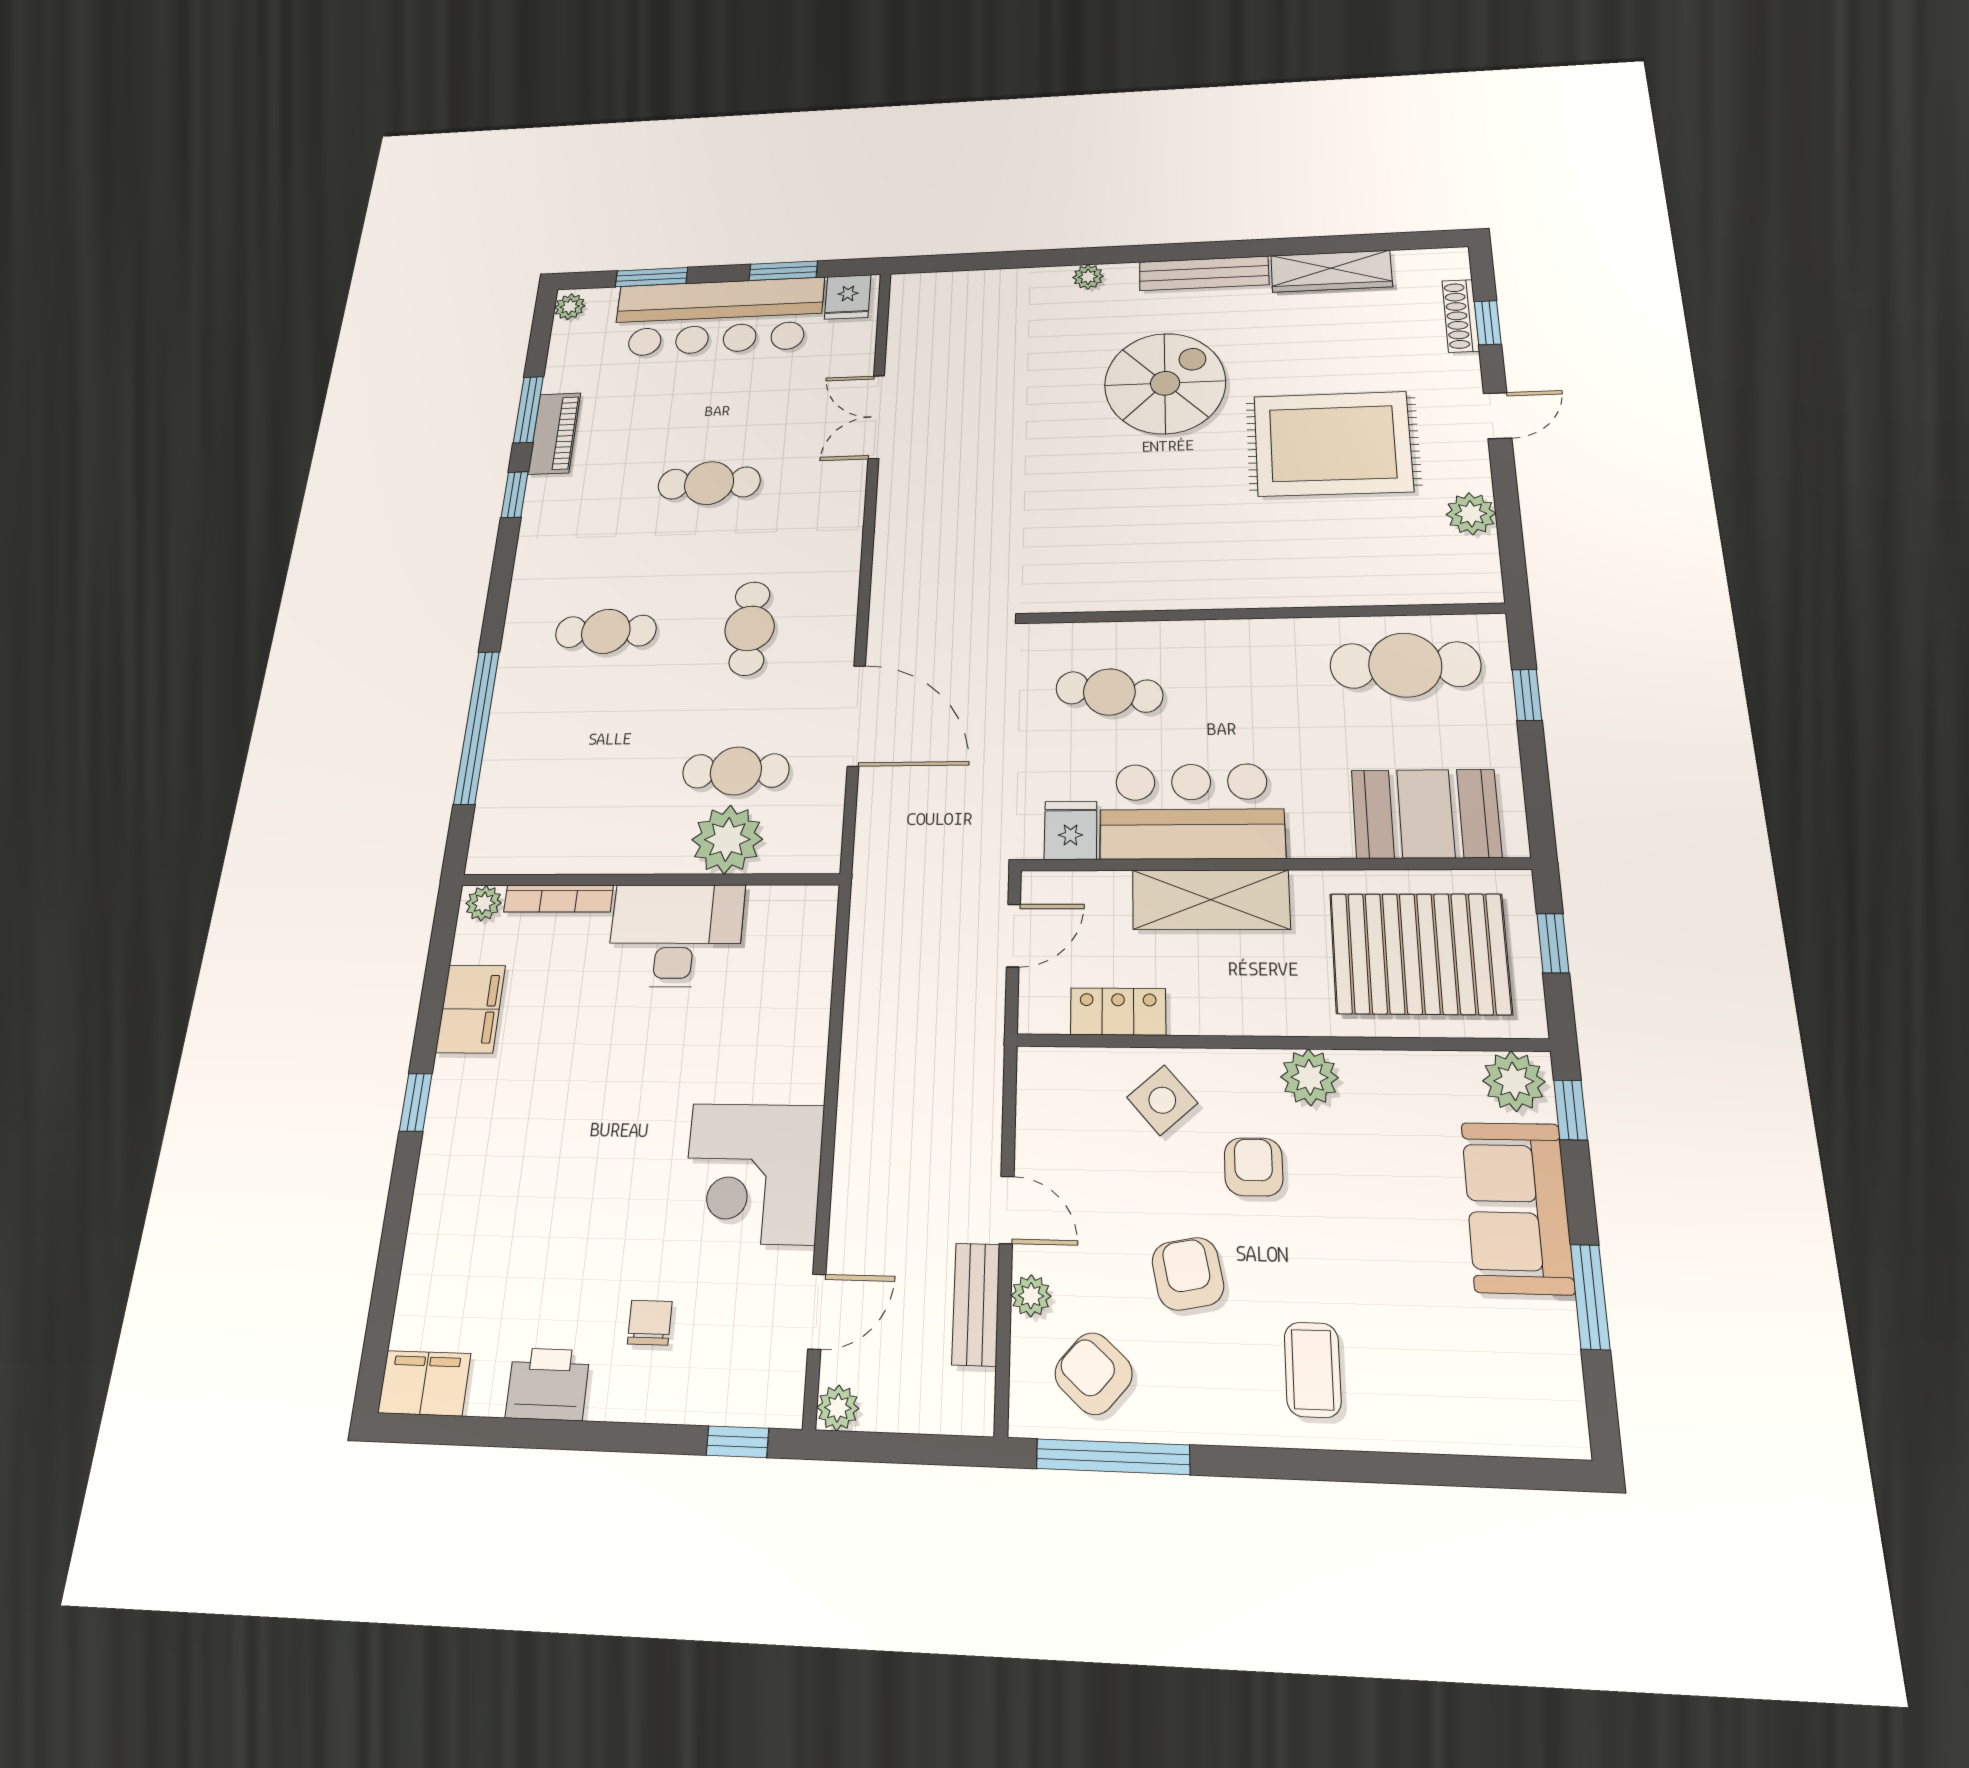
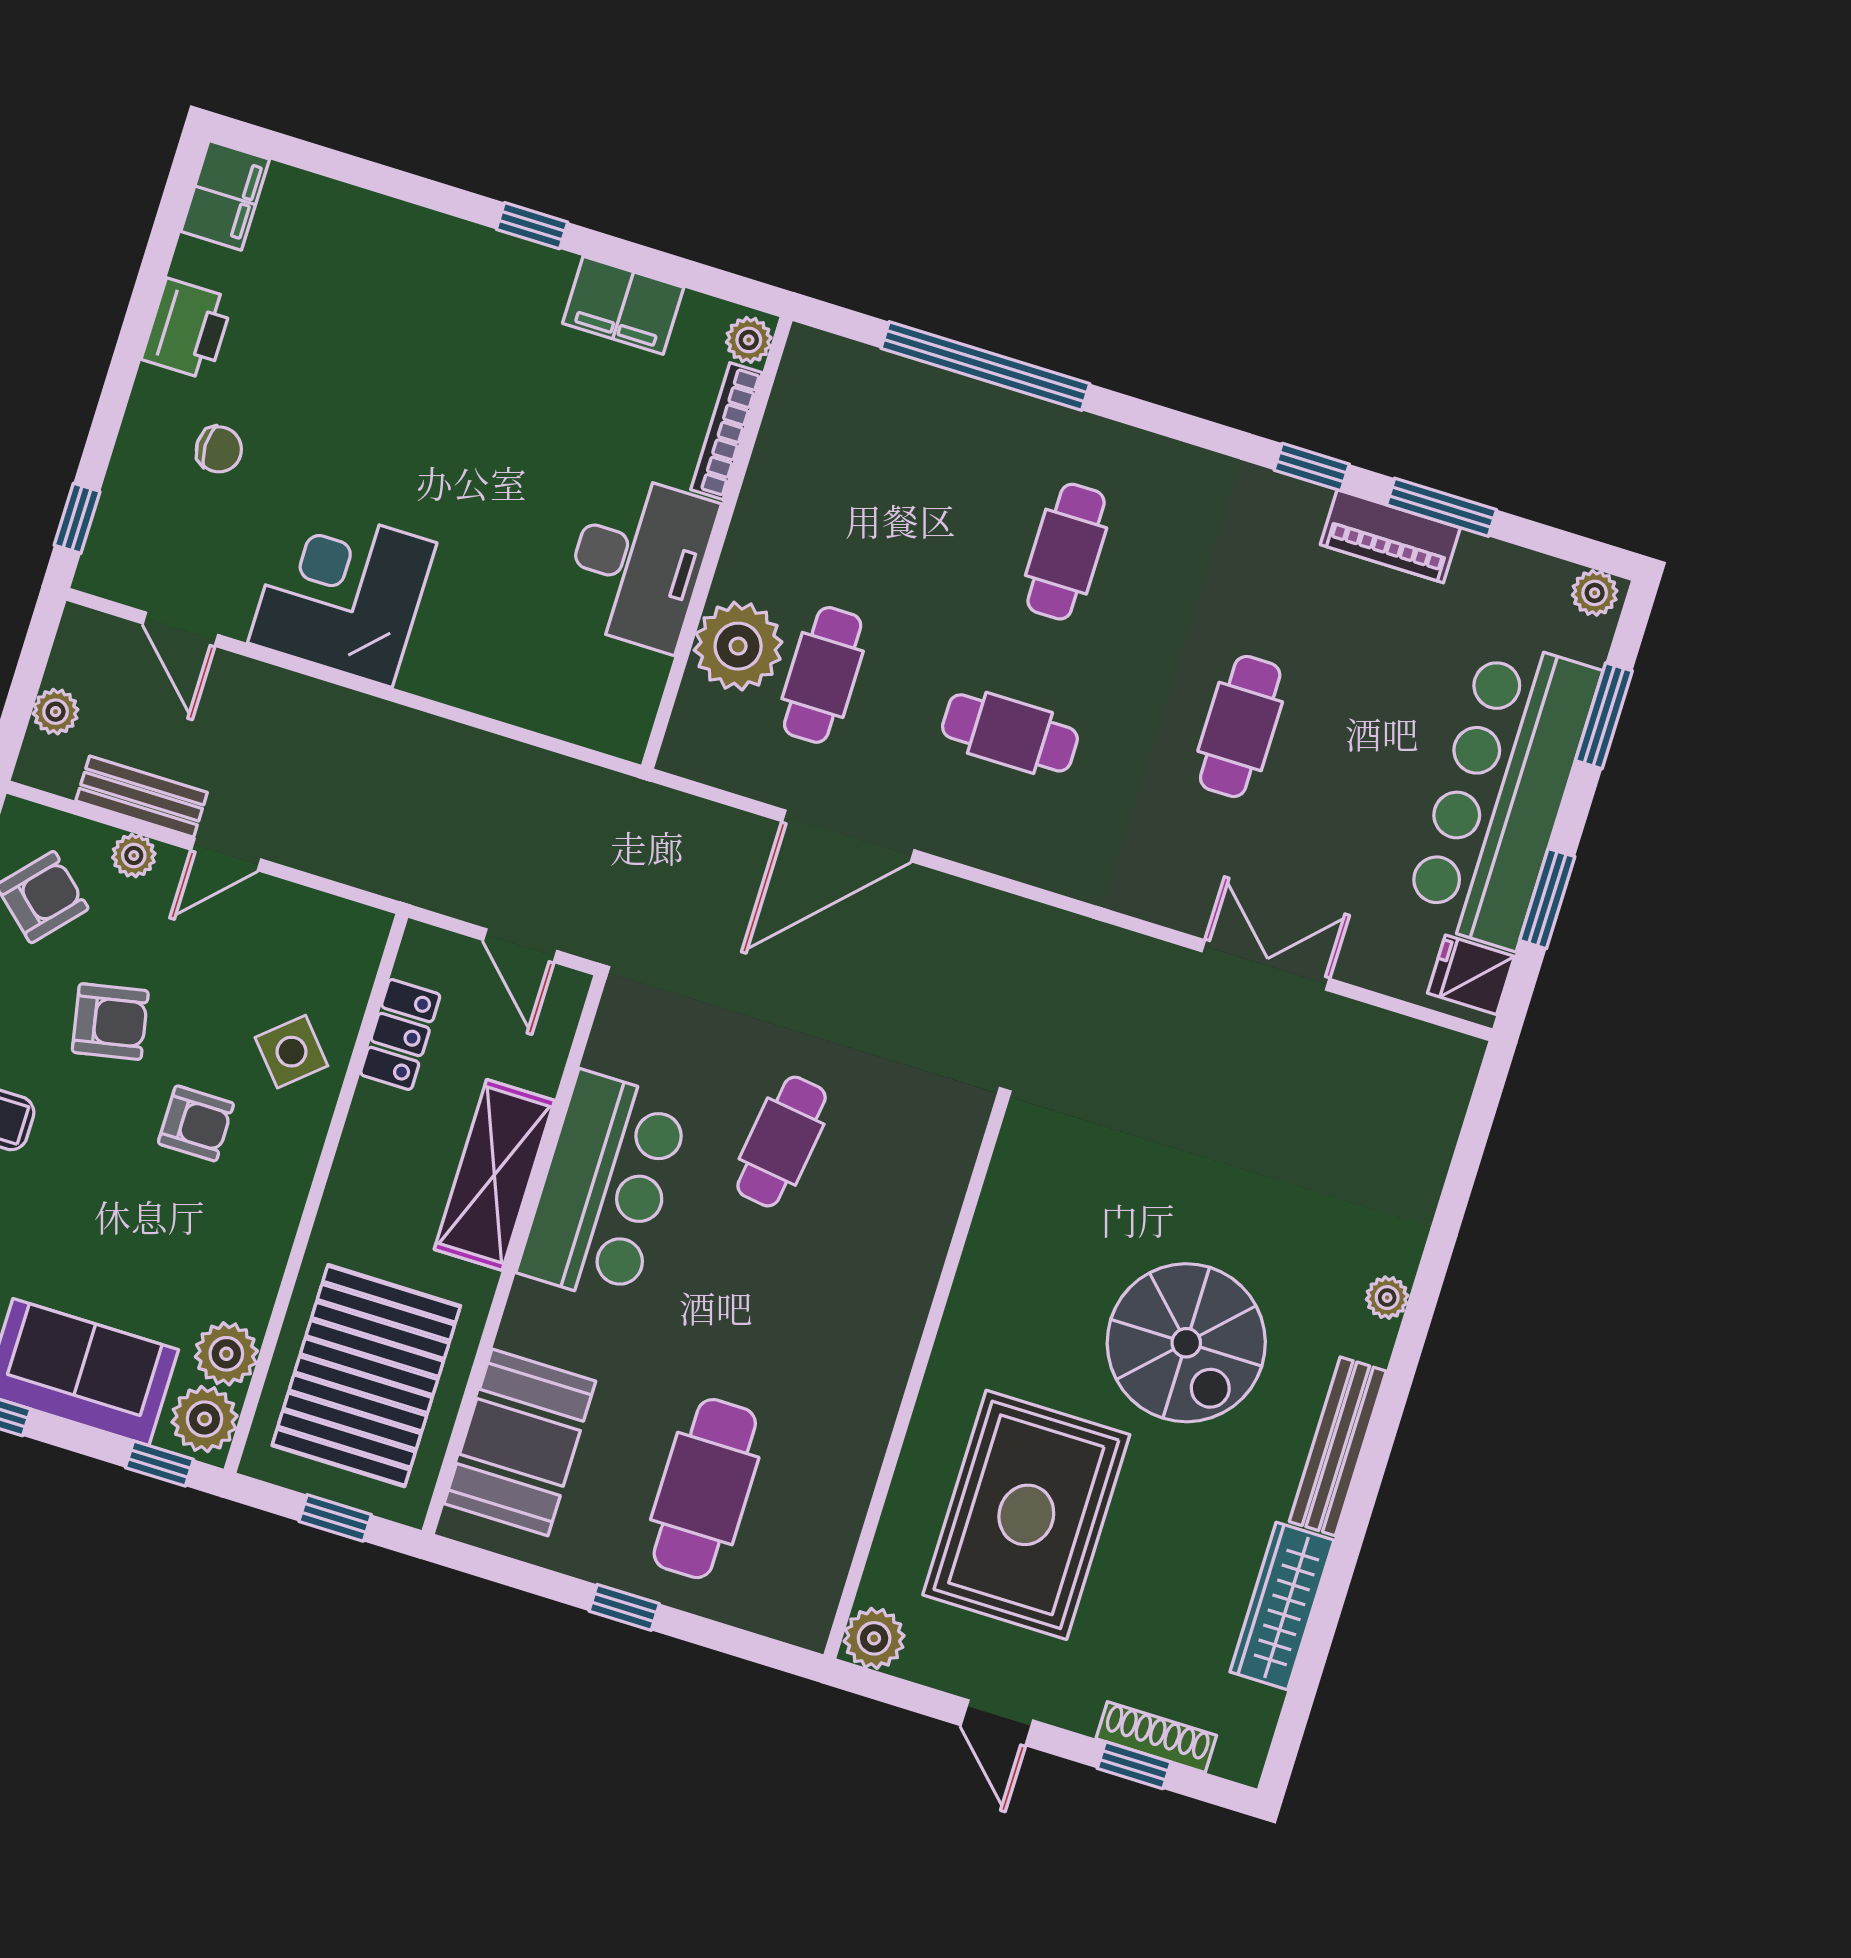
wall: (1262, 613) -> (916, 1379), moved
fridge: (1071, 830) -> (624, 1045), removed
plant: (1309, 1077) -> (226, 1354), moved
plant: (838, 1408) -> (56, 712), moved

